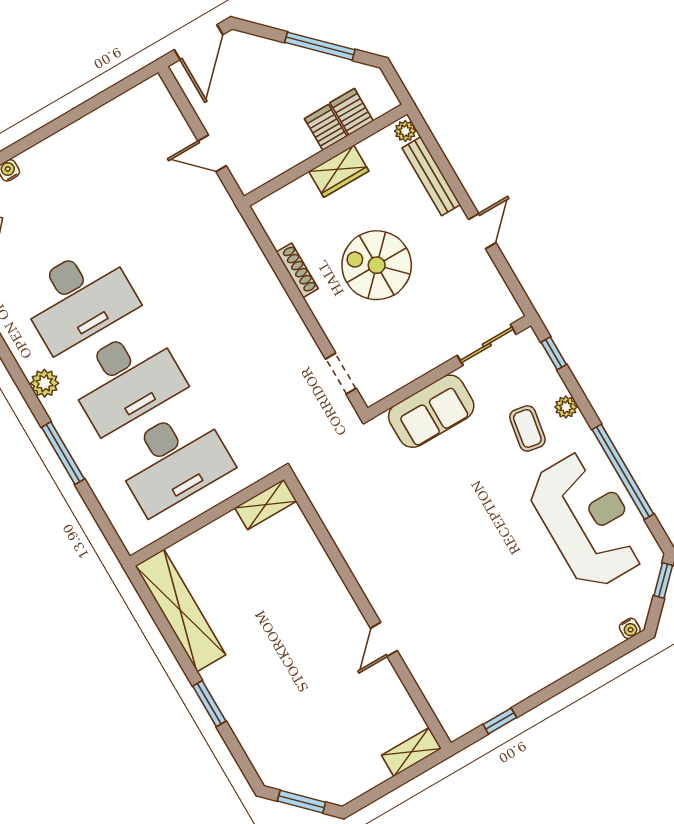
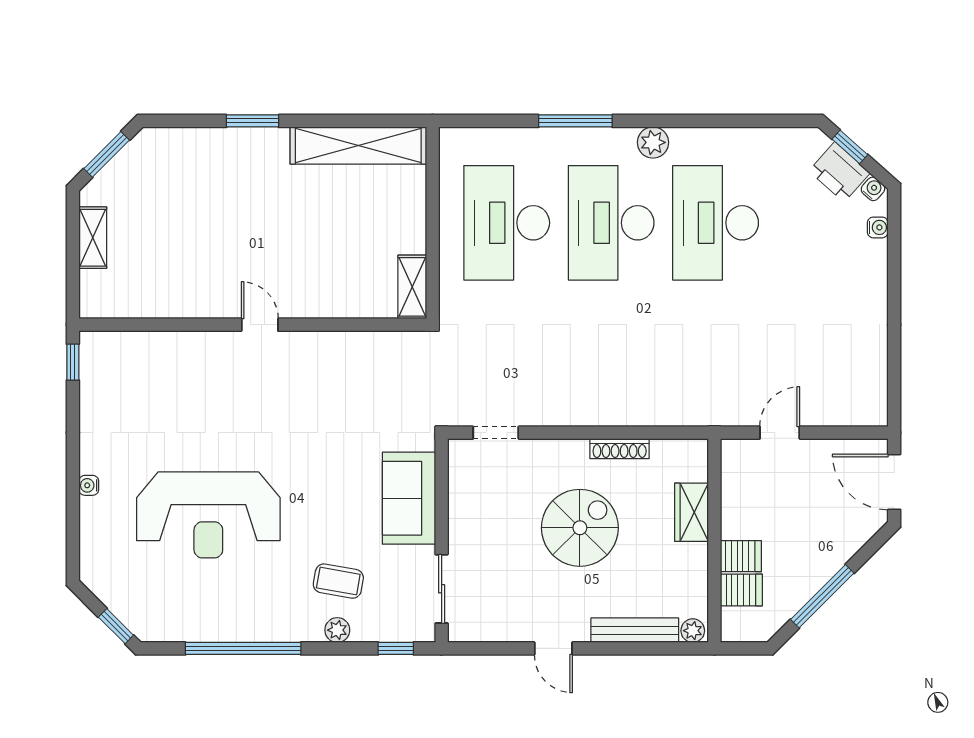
wardrobe: (339, 171) -> (691, 512), moved
reception desk: (587, 520) -> (208, 515), moved
water cooler: (630, 628) -> (89, 485), moved
door: (384, 639) -> (260, 325), moved
window: (500, 721) -> (73, 362), moved
shelving: (411, 752) -> (93, 238), moved

